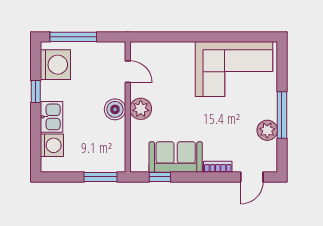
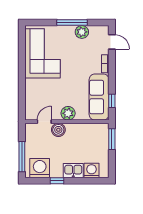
boiler: (115, 109) -> (58, 130), moved
sofa: (176, 157) -> (99, 97), width x1.36

